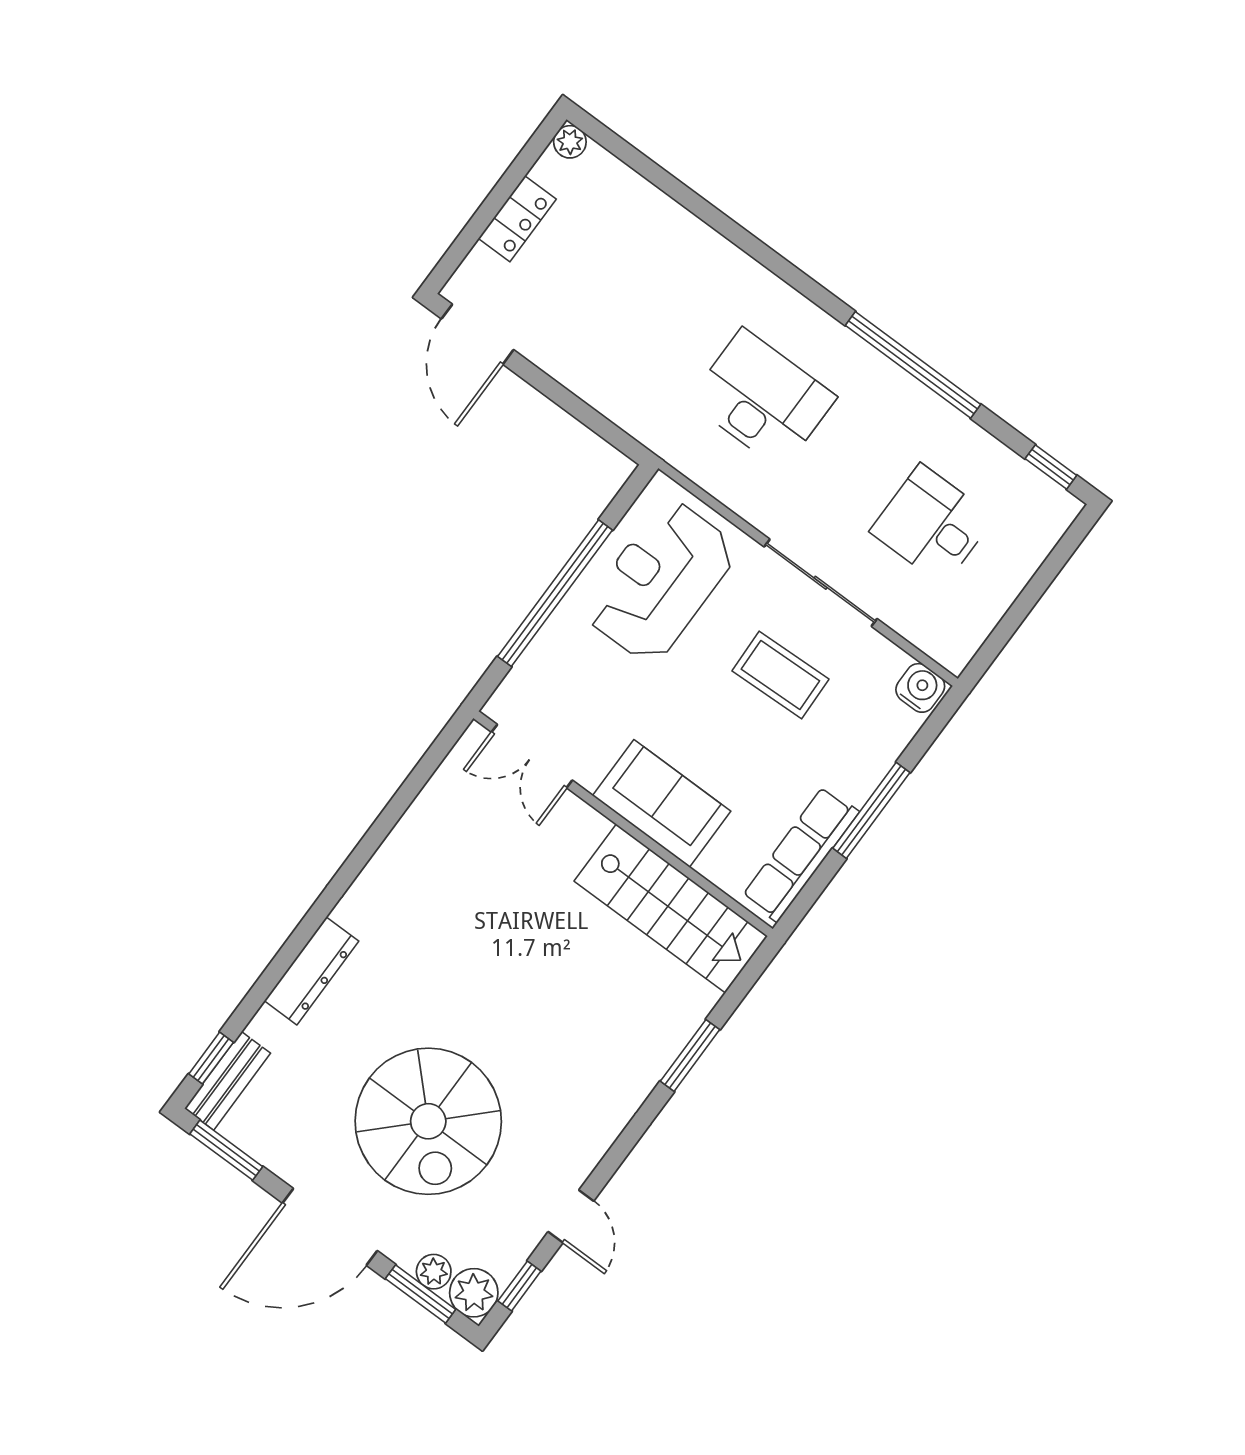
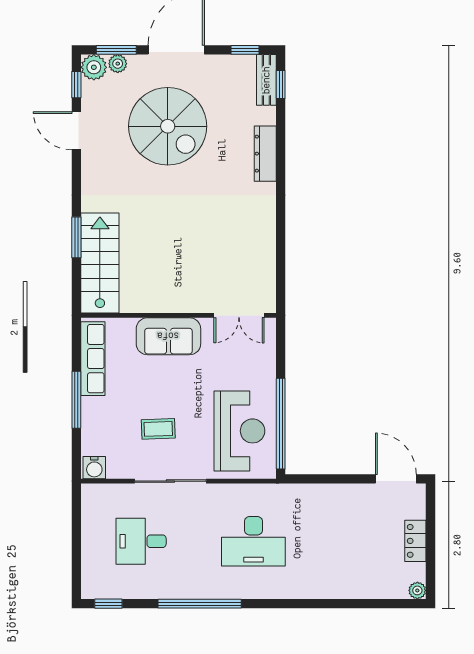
desk: (932, 525) -> (141, 541), turned 180
window: (555, 593) -> (281, 424), moved
coffee table: (780, 675) -> (158, 429), width x0.73, depth x0.77
double door: (532, 756) -> (239, 315), swing flipped
stairs: (671, 909) -> (100, 263), moved, turned 90
spiral stairs: (428, 1121) -> (168, 126), turned 180
window: (226, 1150) -> (245, 50), width x0.67
door: (571, 1216) -> (76, 131), width x1.38

